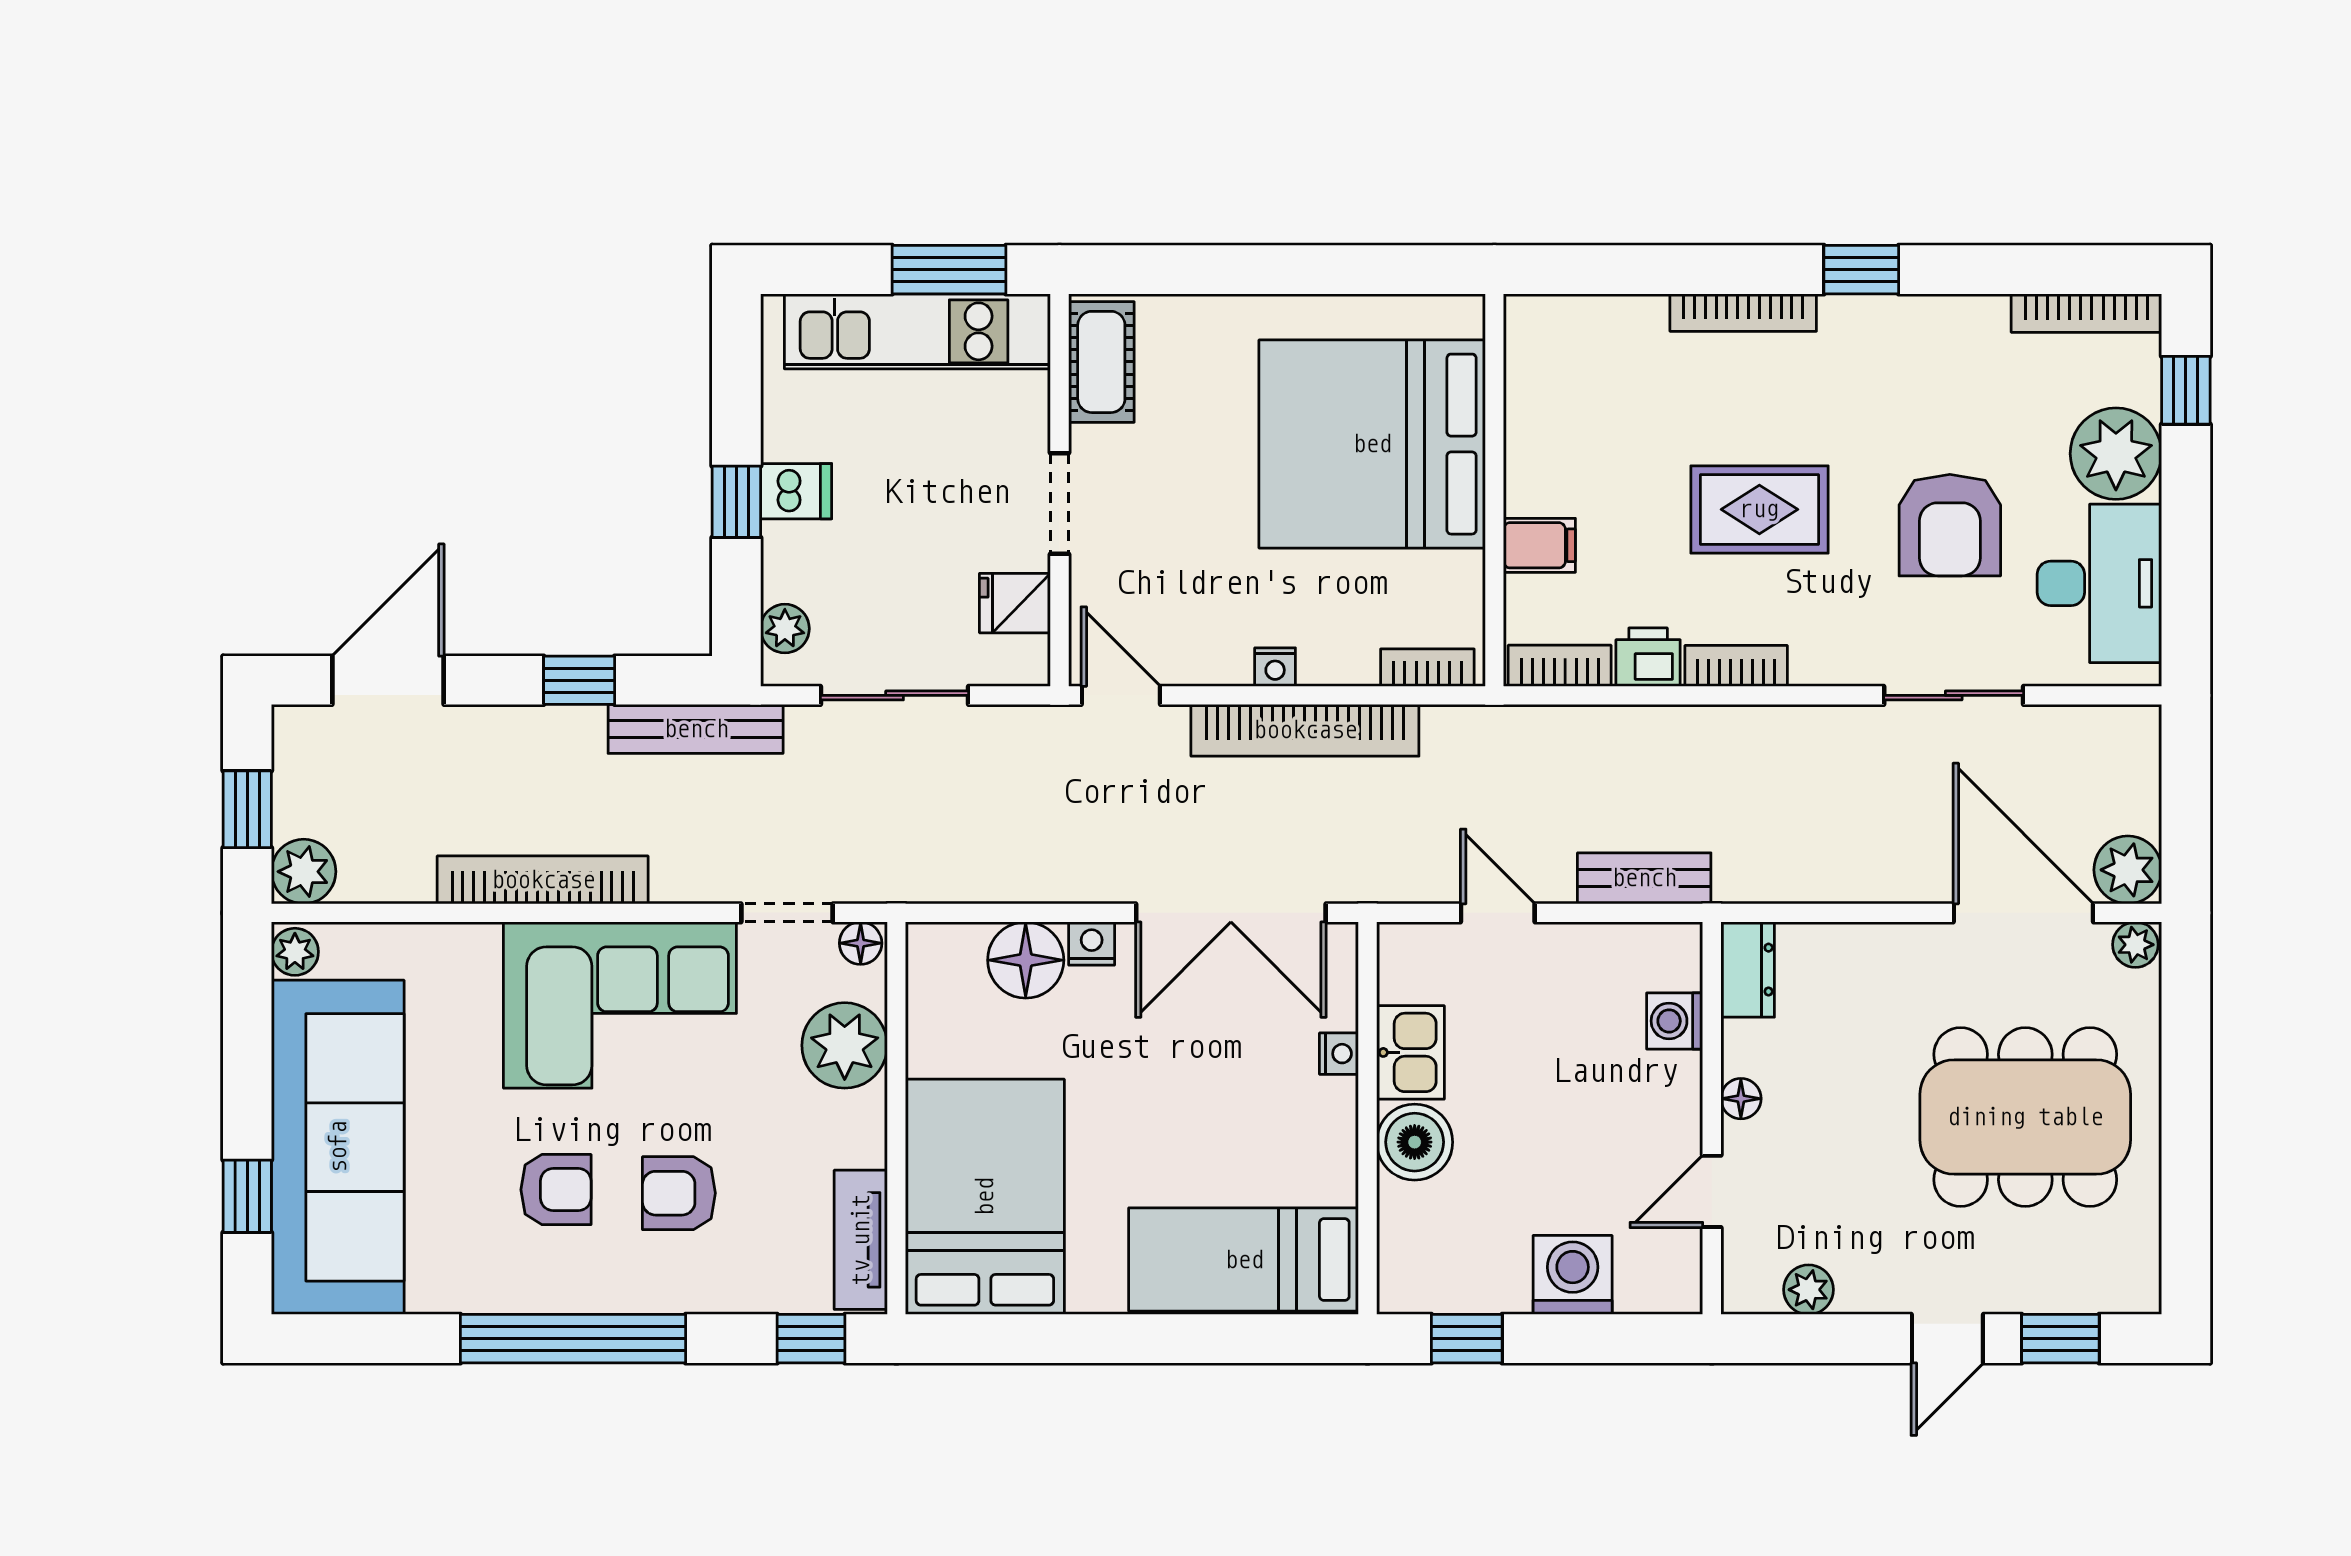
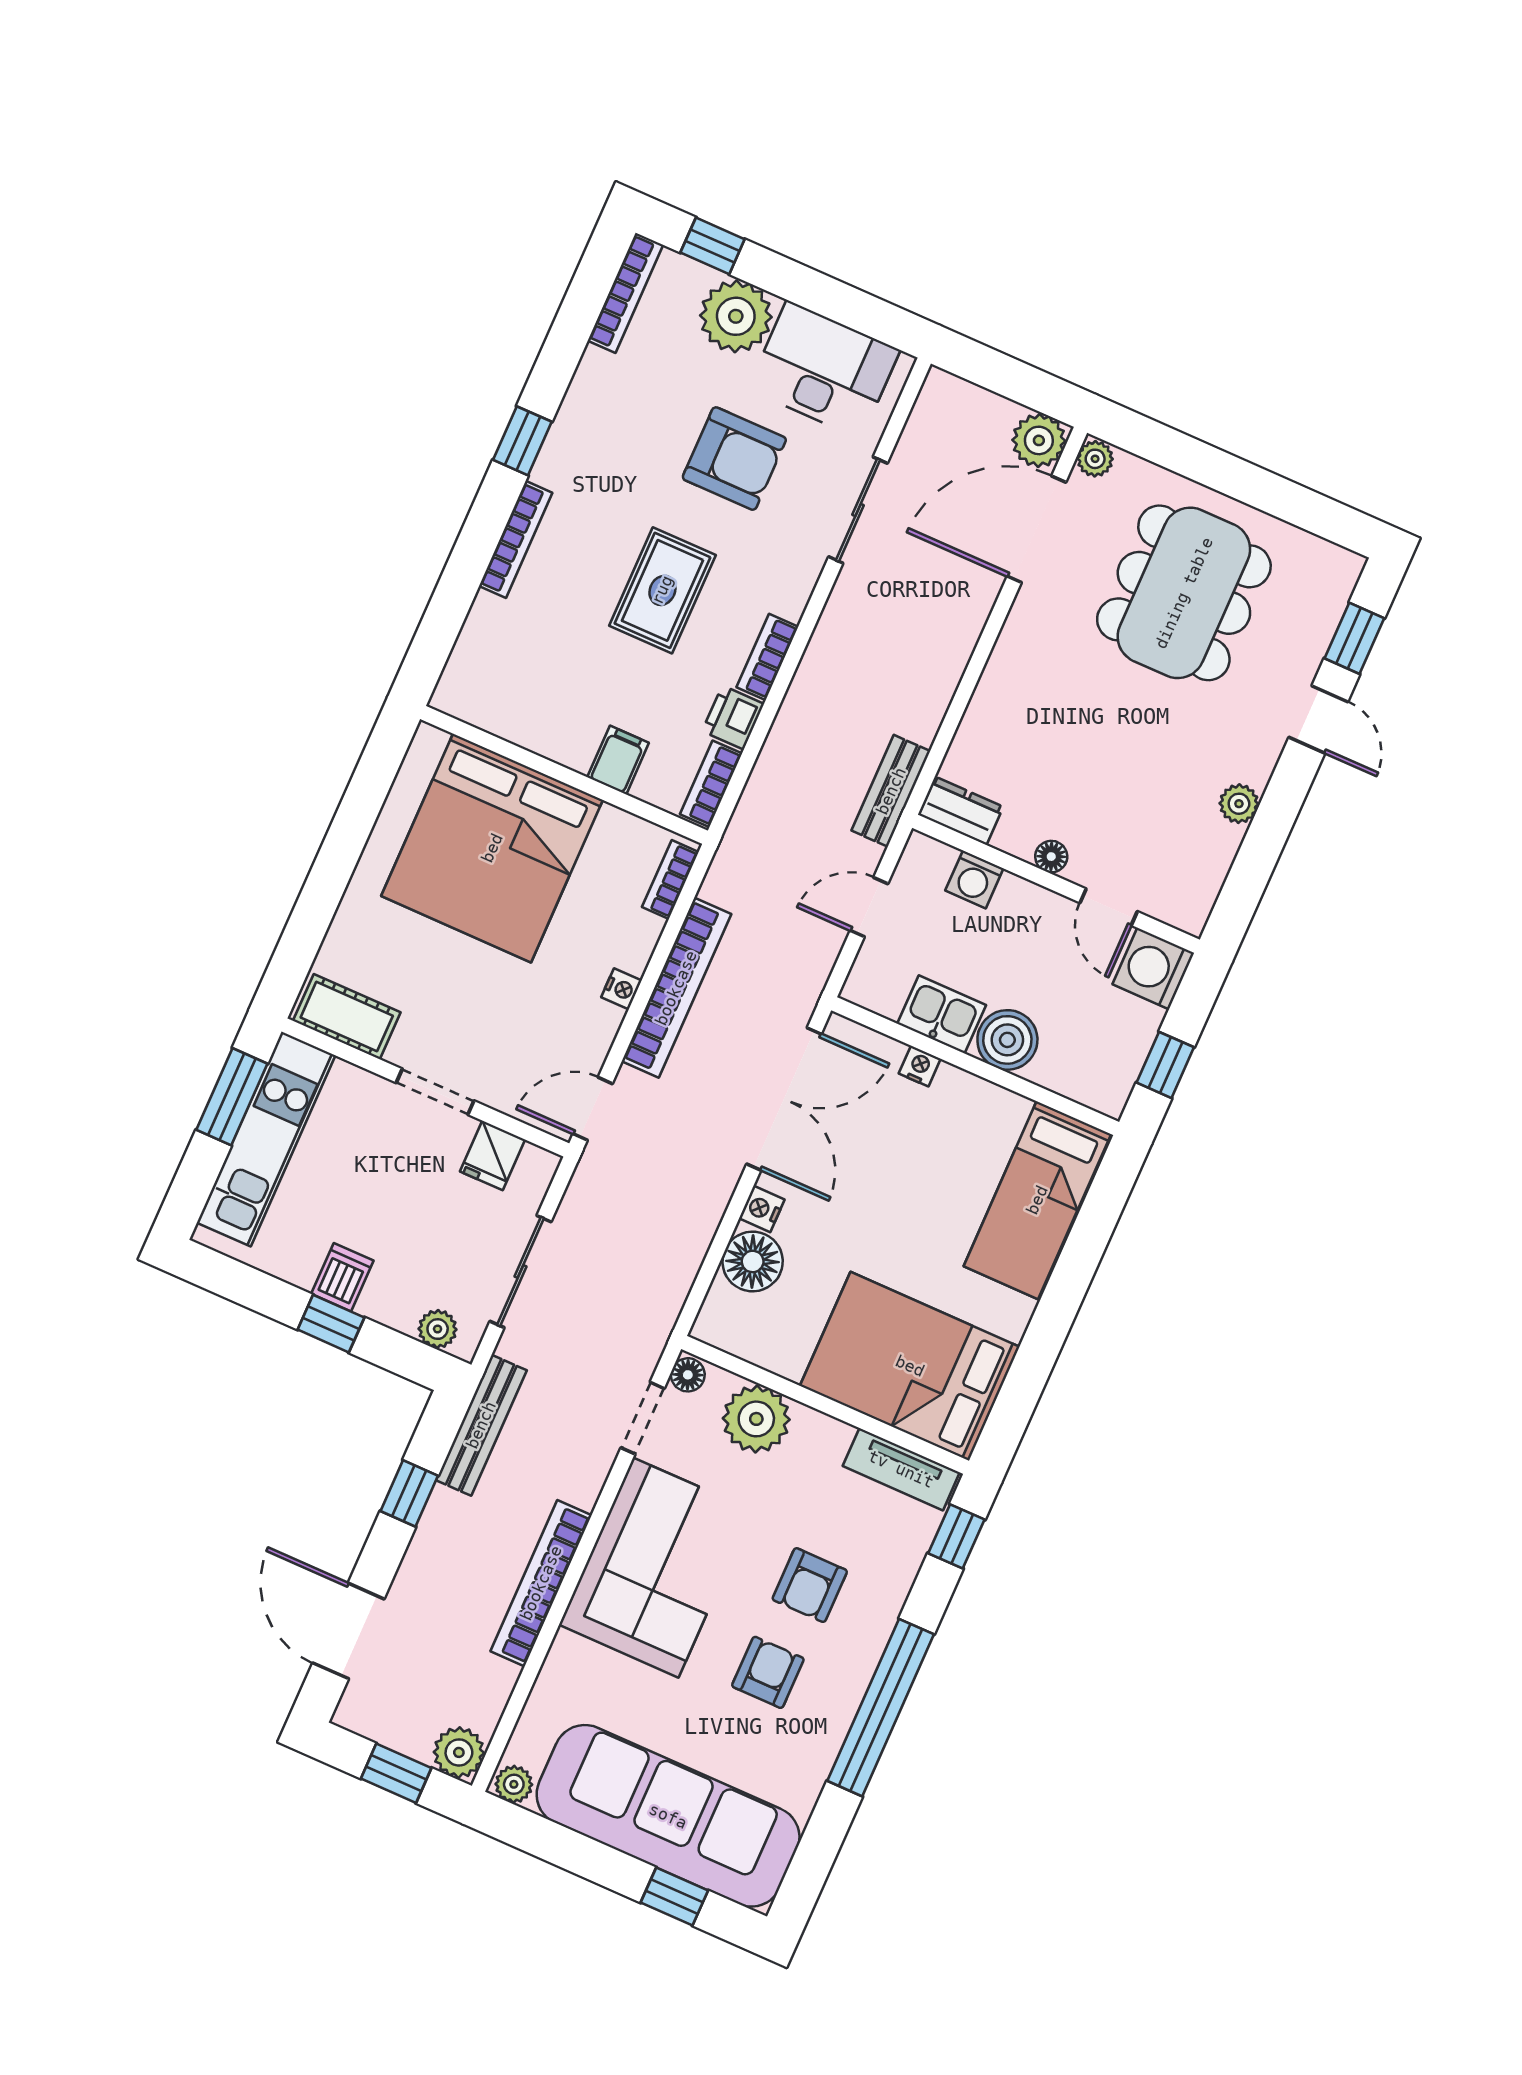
dresser: (1748, 970) -> (961, 811), moved
washing machine: (1675, 1021) -> (974, 879), moved
floor lamp: (1741, 1099) -> (1051, 857), moved
wall: (1712, 1118) -> (1056, 884), moved
door: (1712, 1191) -> (1109, 907), moved

